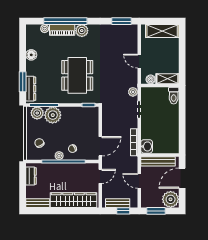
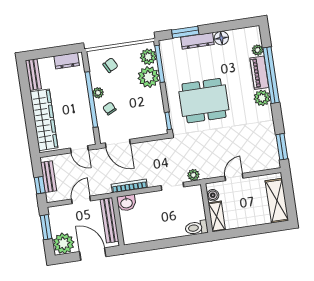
dresser: (31, 89) -> (197, 41), moved

